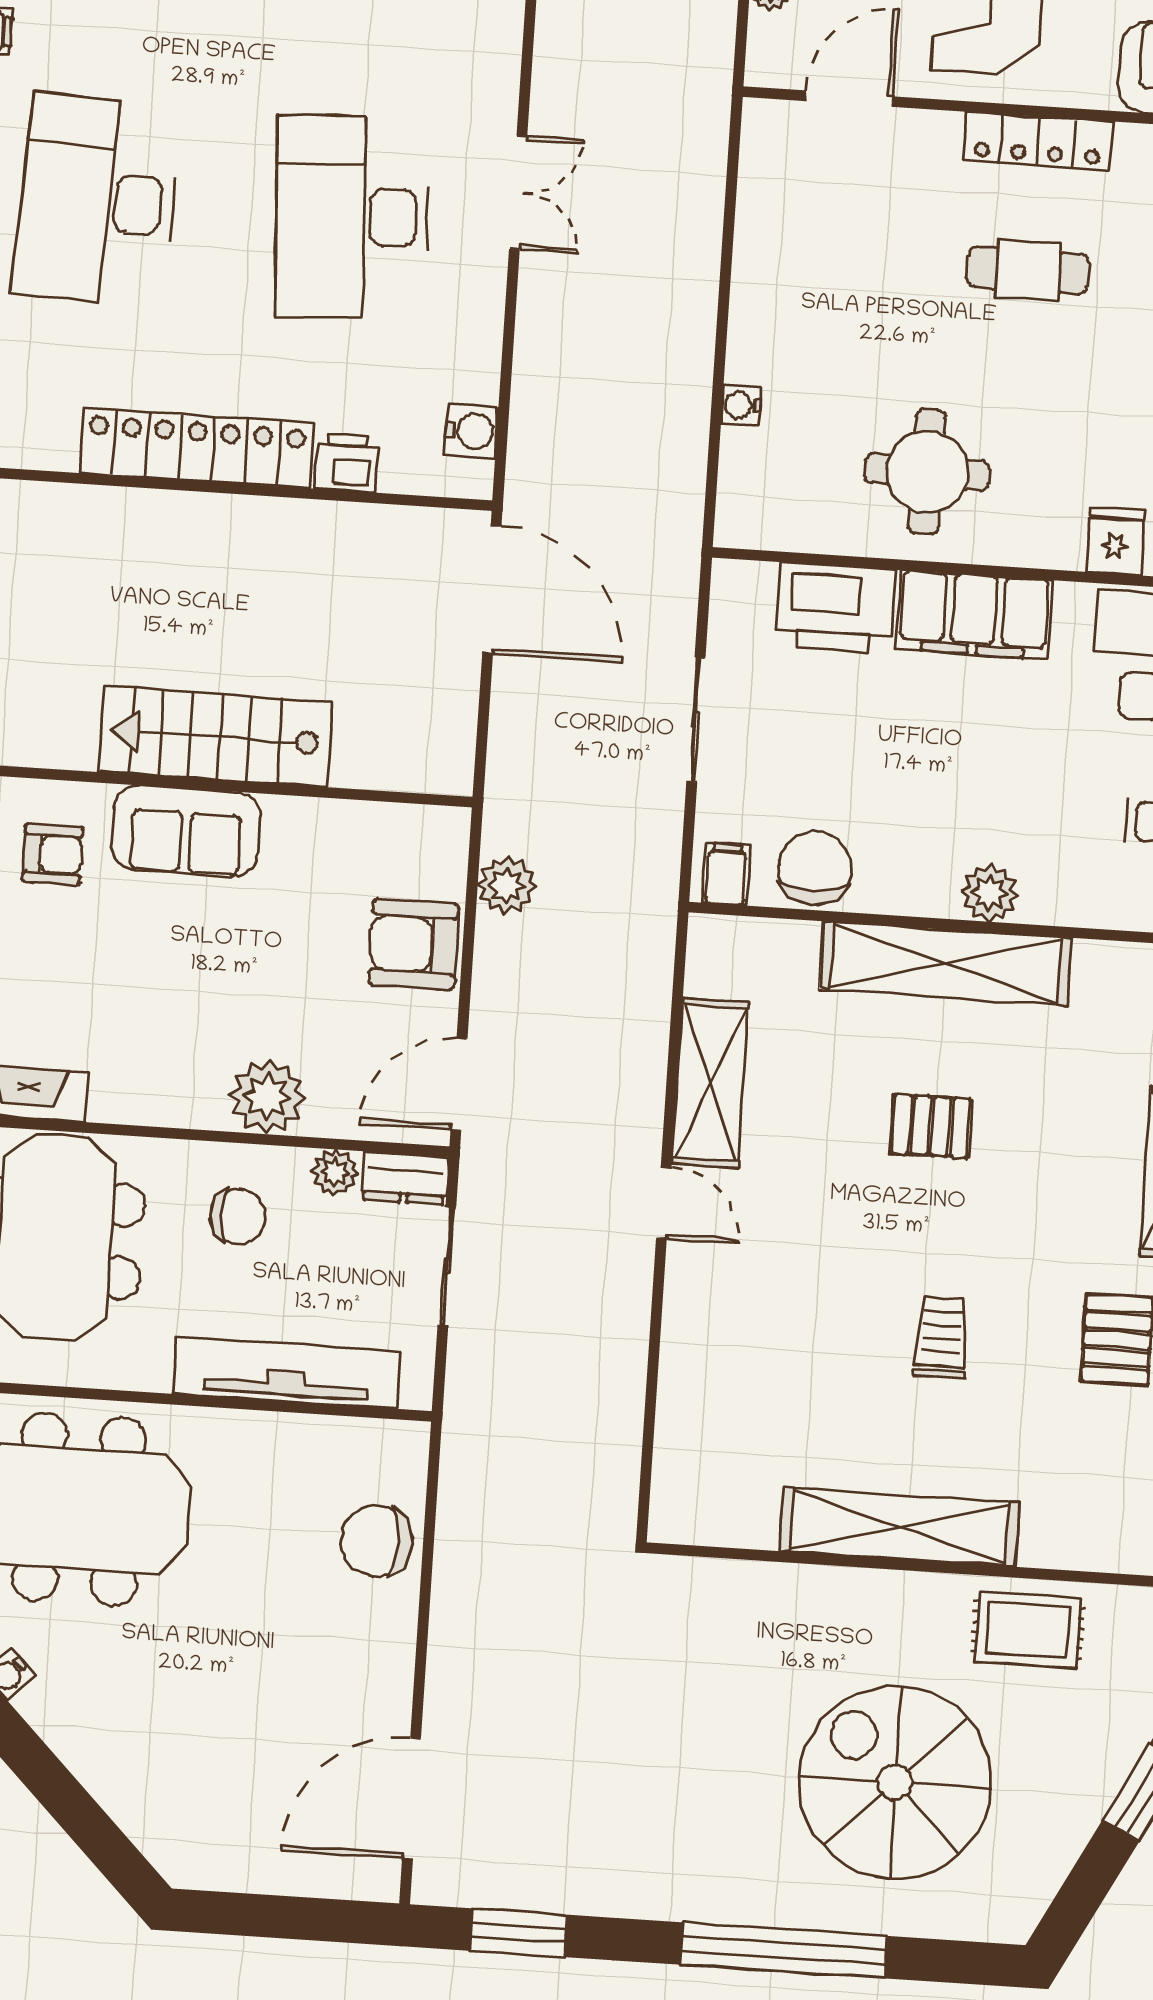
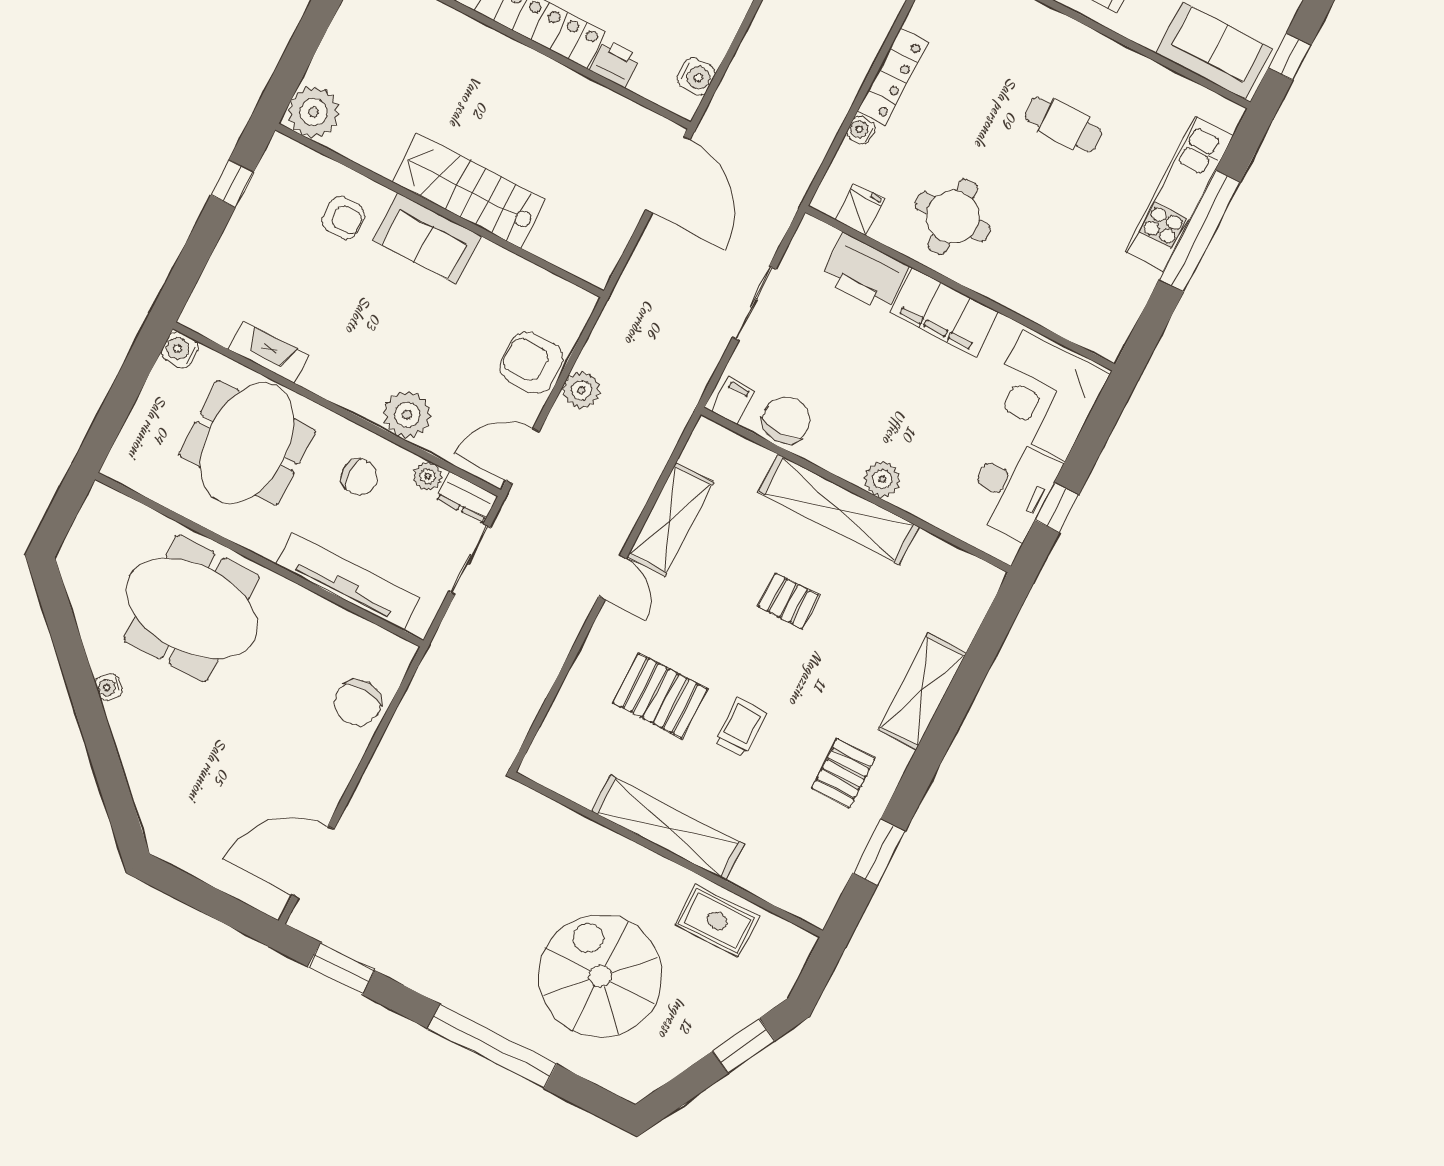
locker: (1038, 141) -> (892, 77), moved, turned -90
fridge: (1115, 541) -> (860, 209), moved
plant: (507, 885) -> (581, 390), moved
pallet: (806, 1342) -> (660, 696), added
chair: (376, 1541) -> (358, 703), turned -88

